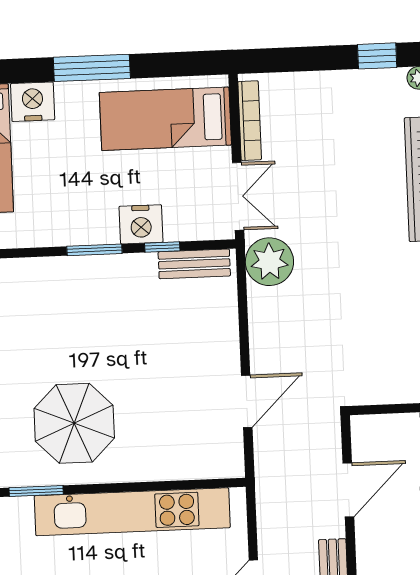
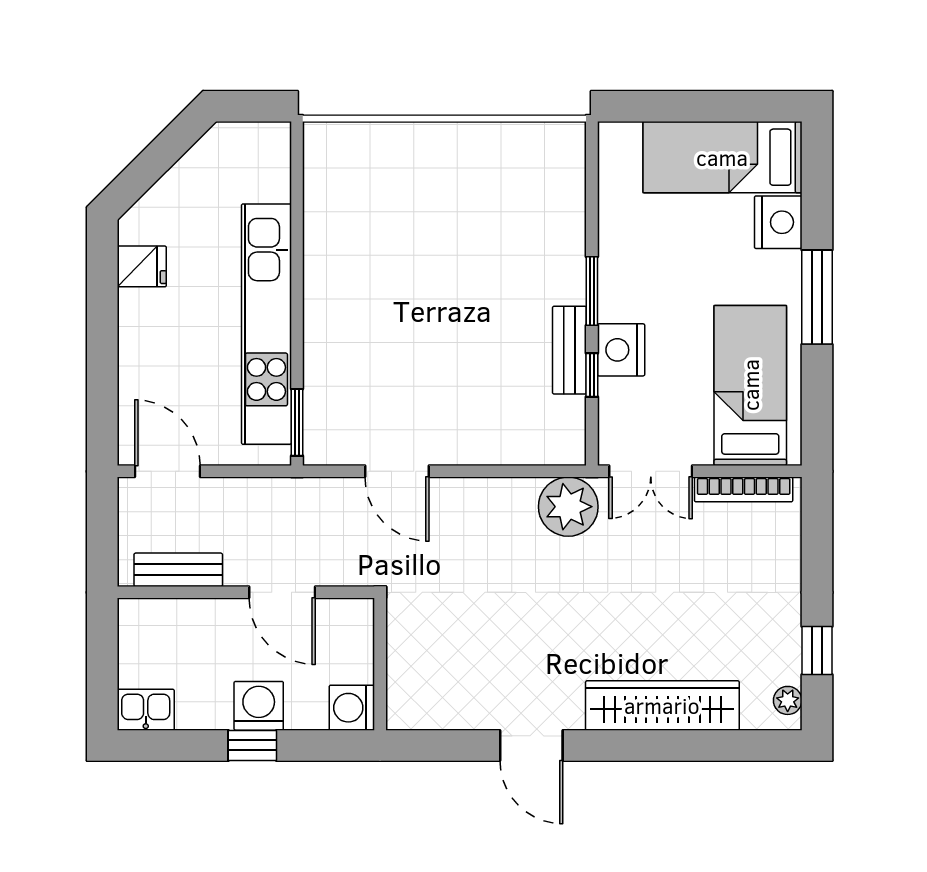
bench: (194, 264) -> (569, 350), moved
parasol: (74, 423) -> (379, 257), removed
window: (36, 491) -> (297, 422), moved

